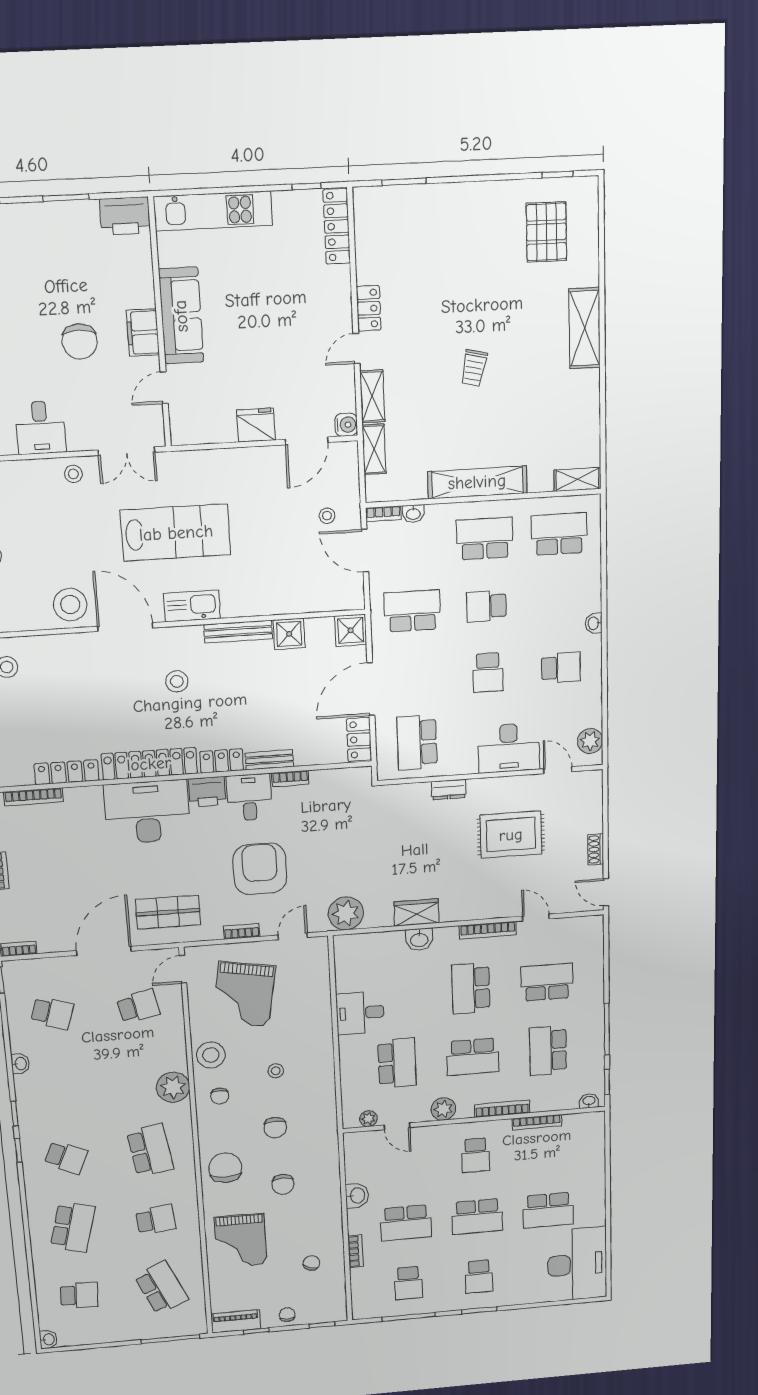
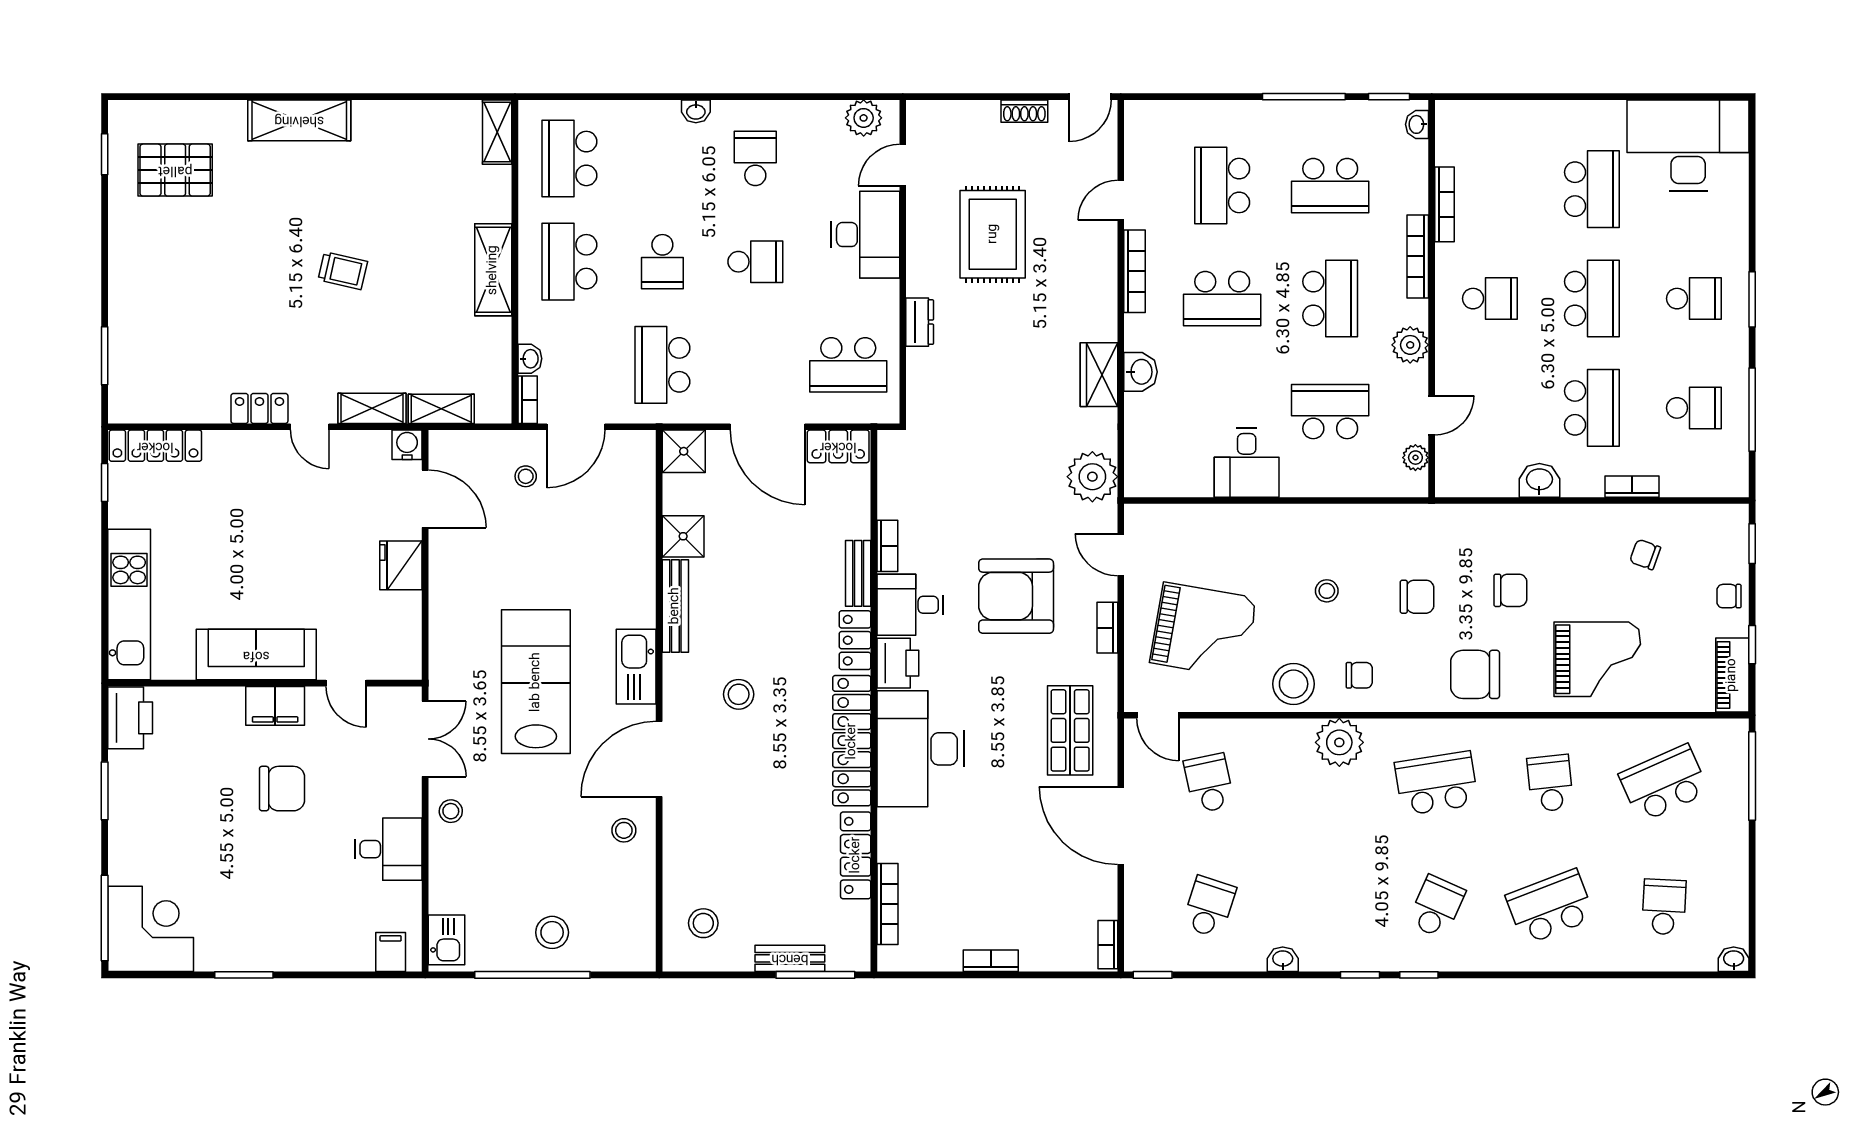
shelving: (477, 482) -> (493, 270), width x0.68
stool: (70, 605) -> (624, 830), width x0.53, depth x0.53
school desk: (73, 1227) -> (1550, 907), turned -36

